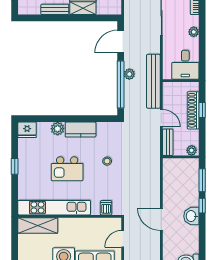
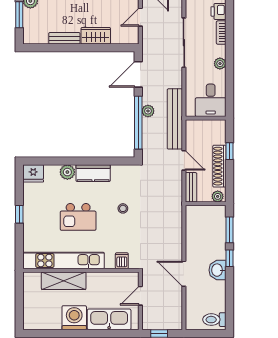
shoe rack: (193, 110) -> (219, 166), moved
shelving: (38, 226) -> (64, 281), moved

